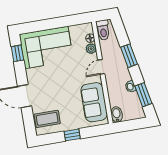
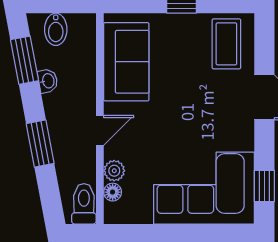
bidet: (117, 114) -> (56, 29), moved
coffee table: (47, 119) -> (226, 44), turned 90

